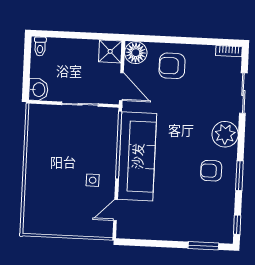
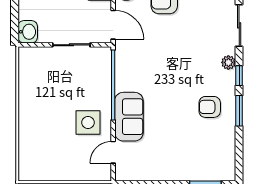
plant: (225, 134) -> (228, 62), width x0.53, depth x0.53
sofa: (137, 156) -> (129, 117), width x0.54, depth x0.79
side table: (93, 180) -> (88, 122), width x1.87, depth x1.87
window: (237, 225) -> (239, 76), moved

